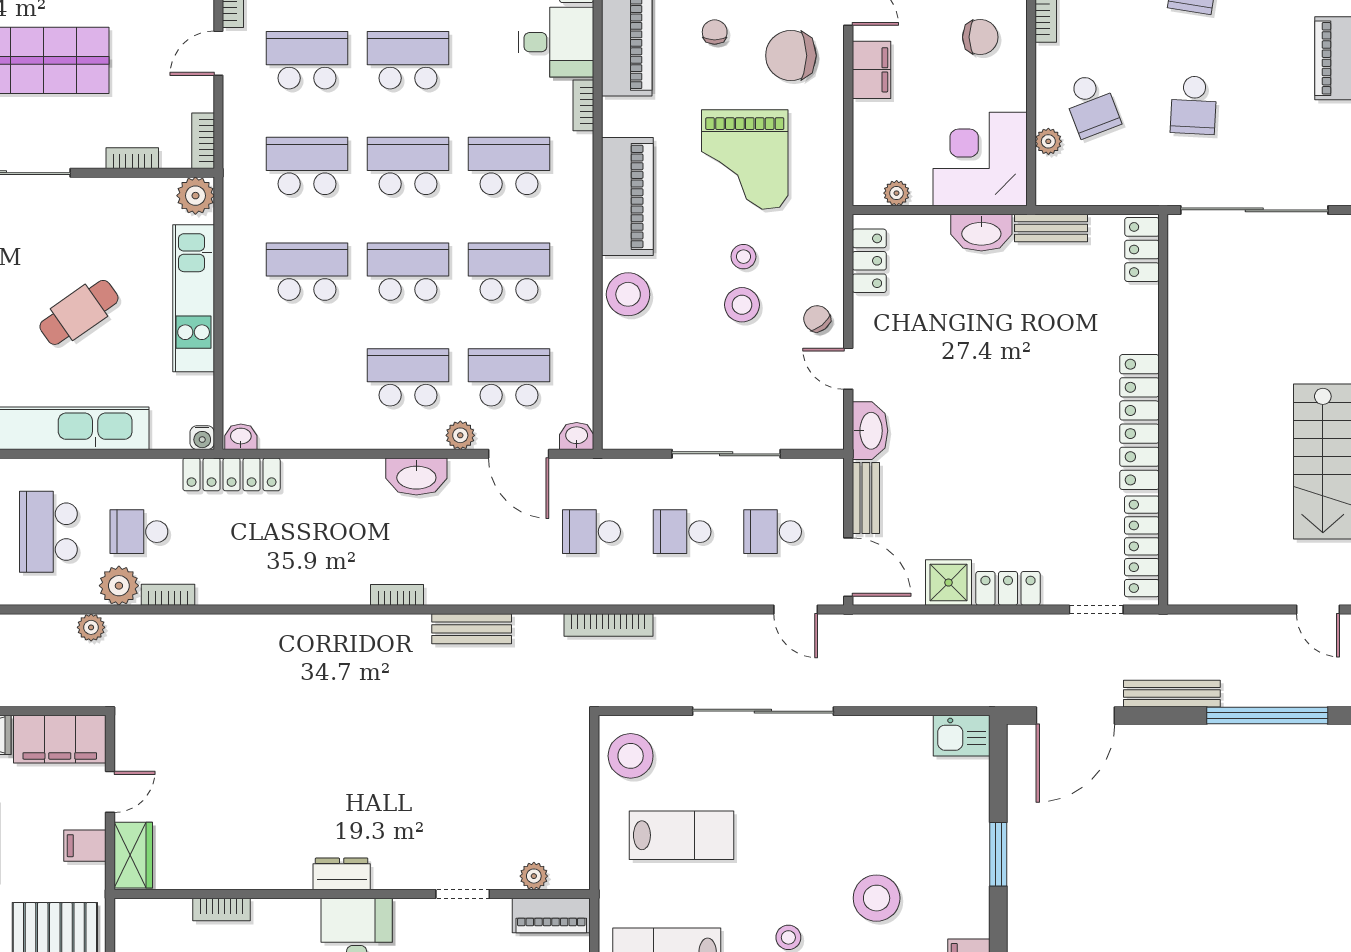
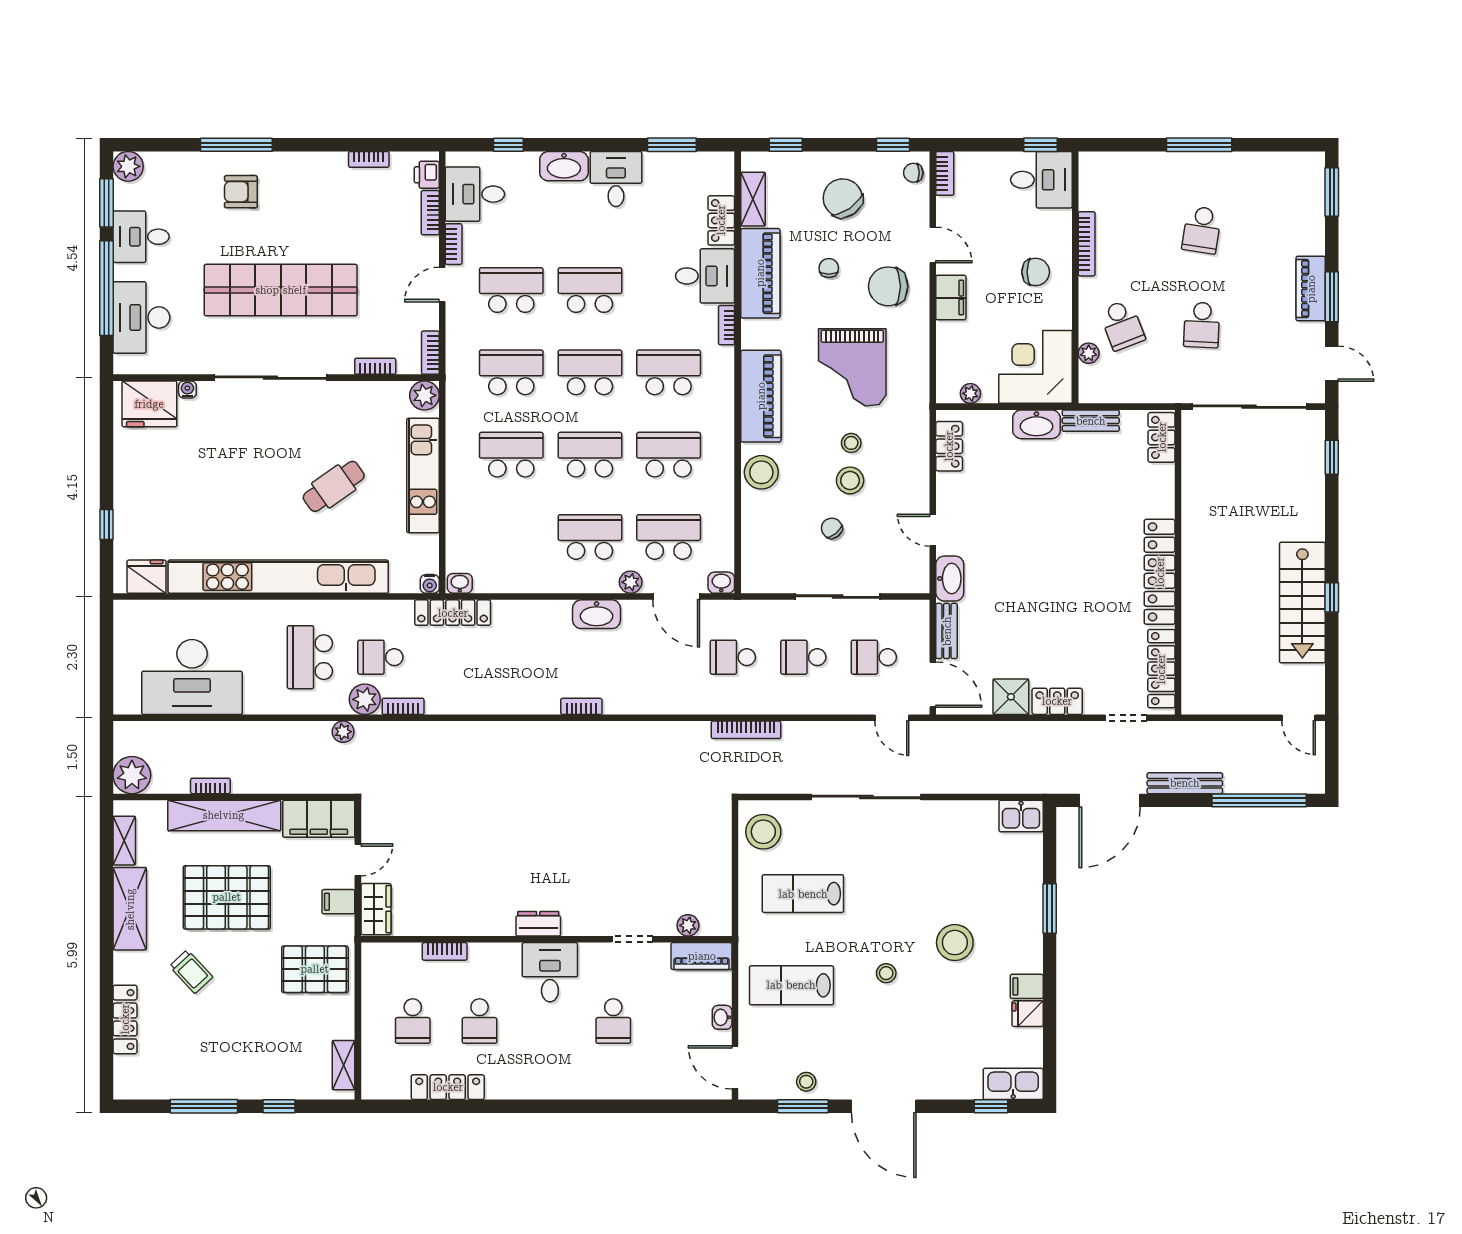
chair: (817, 319) -> (832, 528), moved
bench: (472, 629) -> (640, 733), removed
lab bench: (682, 835) -> (803, 894), turned 180

